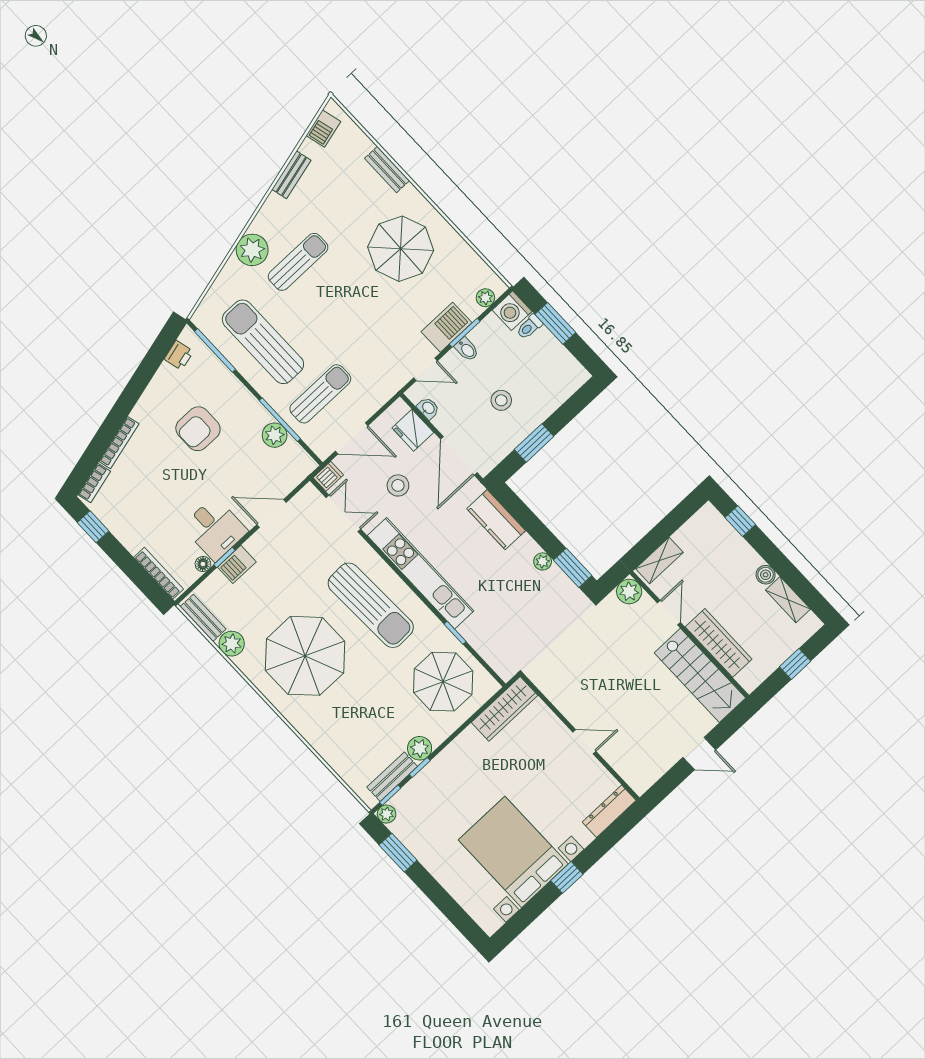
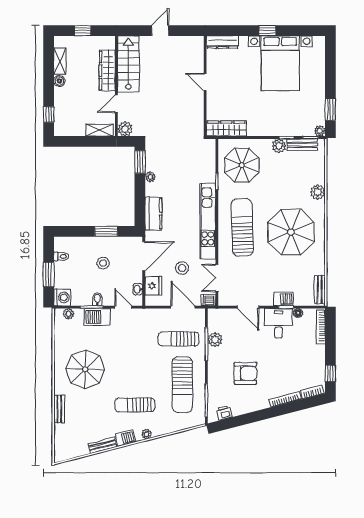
barbecue: (323, 128) -> (125, 438), moved
plant: (252, 250) -> (147, 434), width x0.53, depth x0.53
toilet: (529, 327) -> (61, 256), moved
plant: (232, 644) -> (318, 192), moved
door: (699, 754) -> (160, 31), hinge flipped

